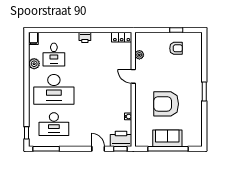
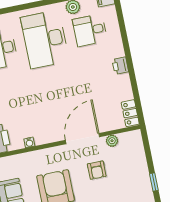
armchair: (176, 48) -> (97, 170), moved
door: (133, 76) -> (83, 139), width x1.88

